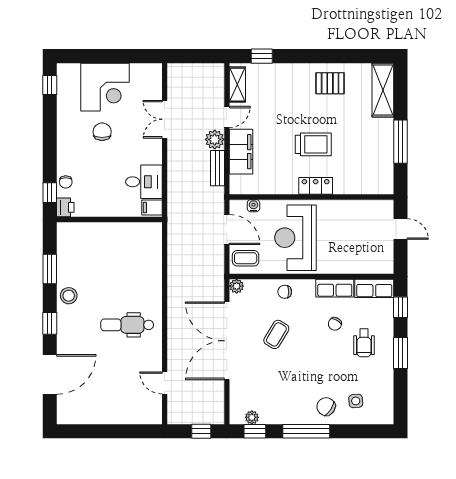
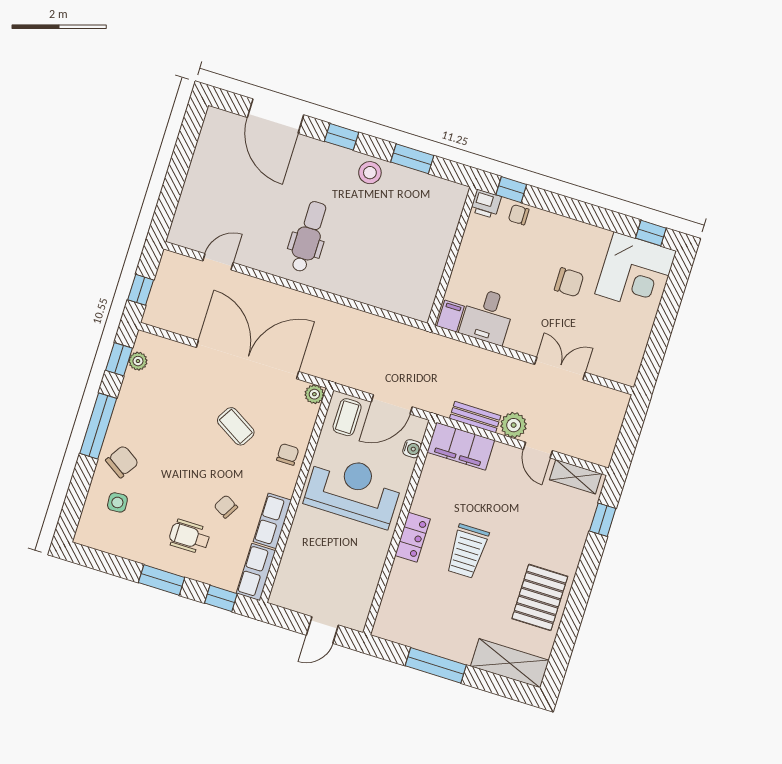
pallet: (330, 83) -> (540, 597), width x1.50, depth x1.42
corner desk: (105, 87) -> (636, 272), moved, turned -90
filing cabinet: (241, 152) -> (461, 446), moved

